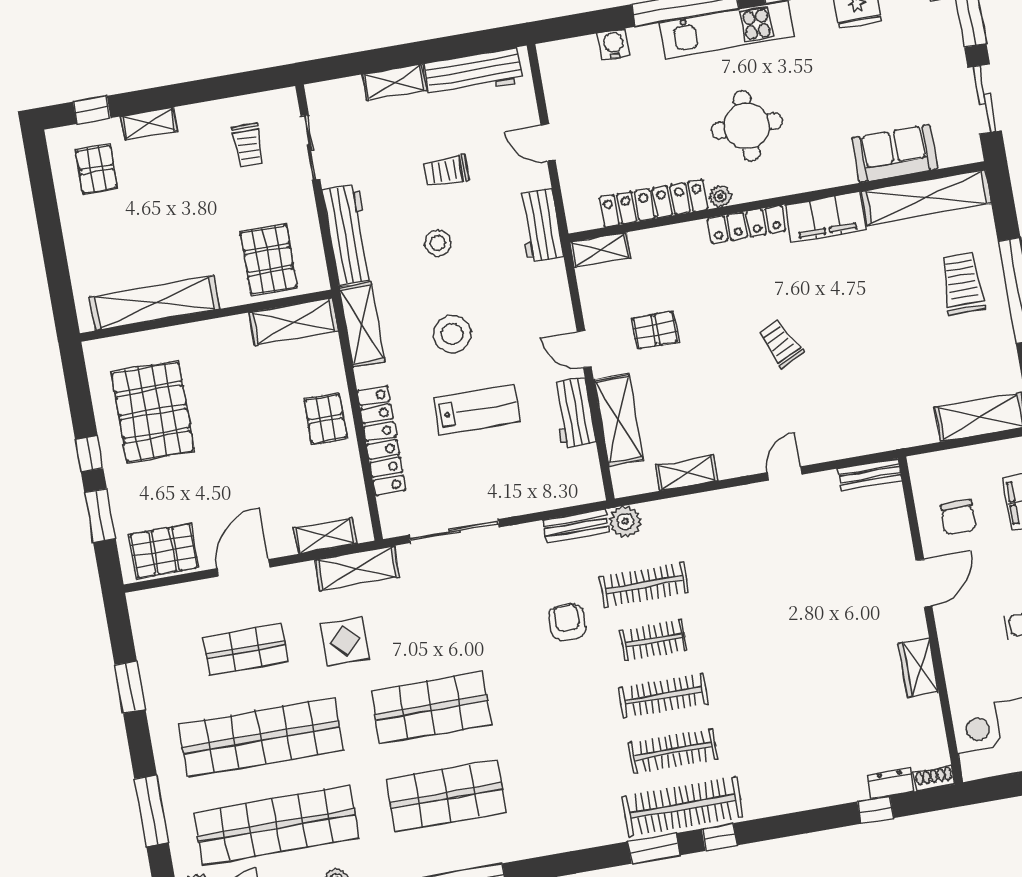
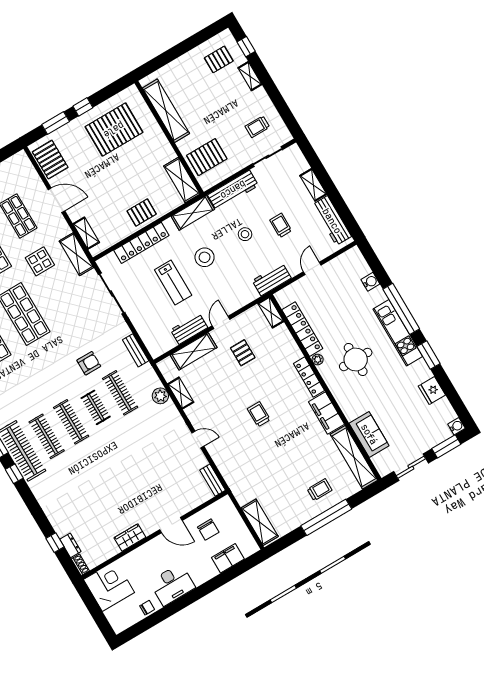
trolley: (962, 284) -> (320, 490), width x0.73, depth x0.72
trolley: (780, 343) -> (259, 414), turned -64
chair: (958, 517) -> (208, 530), turned -90
plant: (625, 522) -> (160, 396), moved

